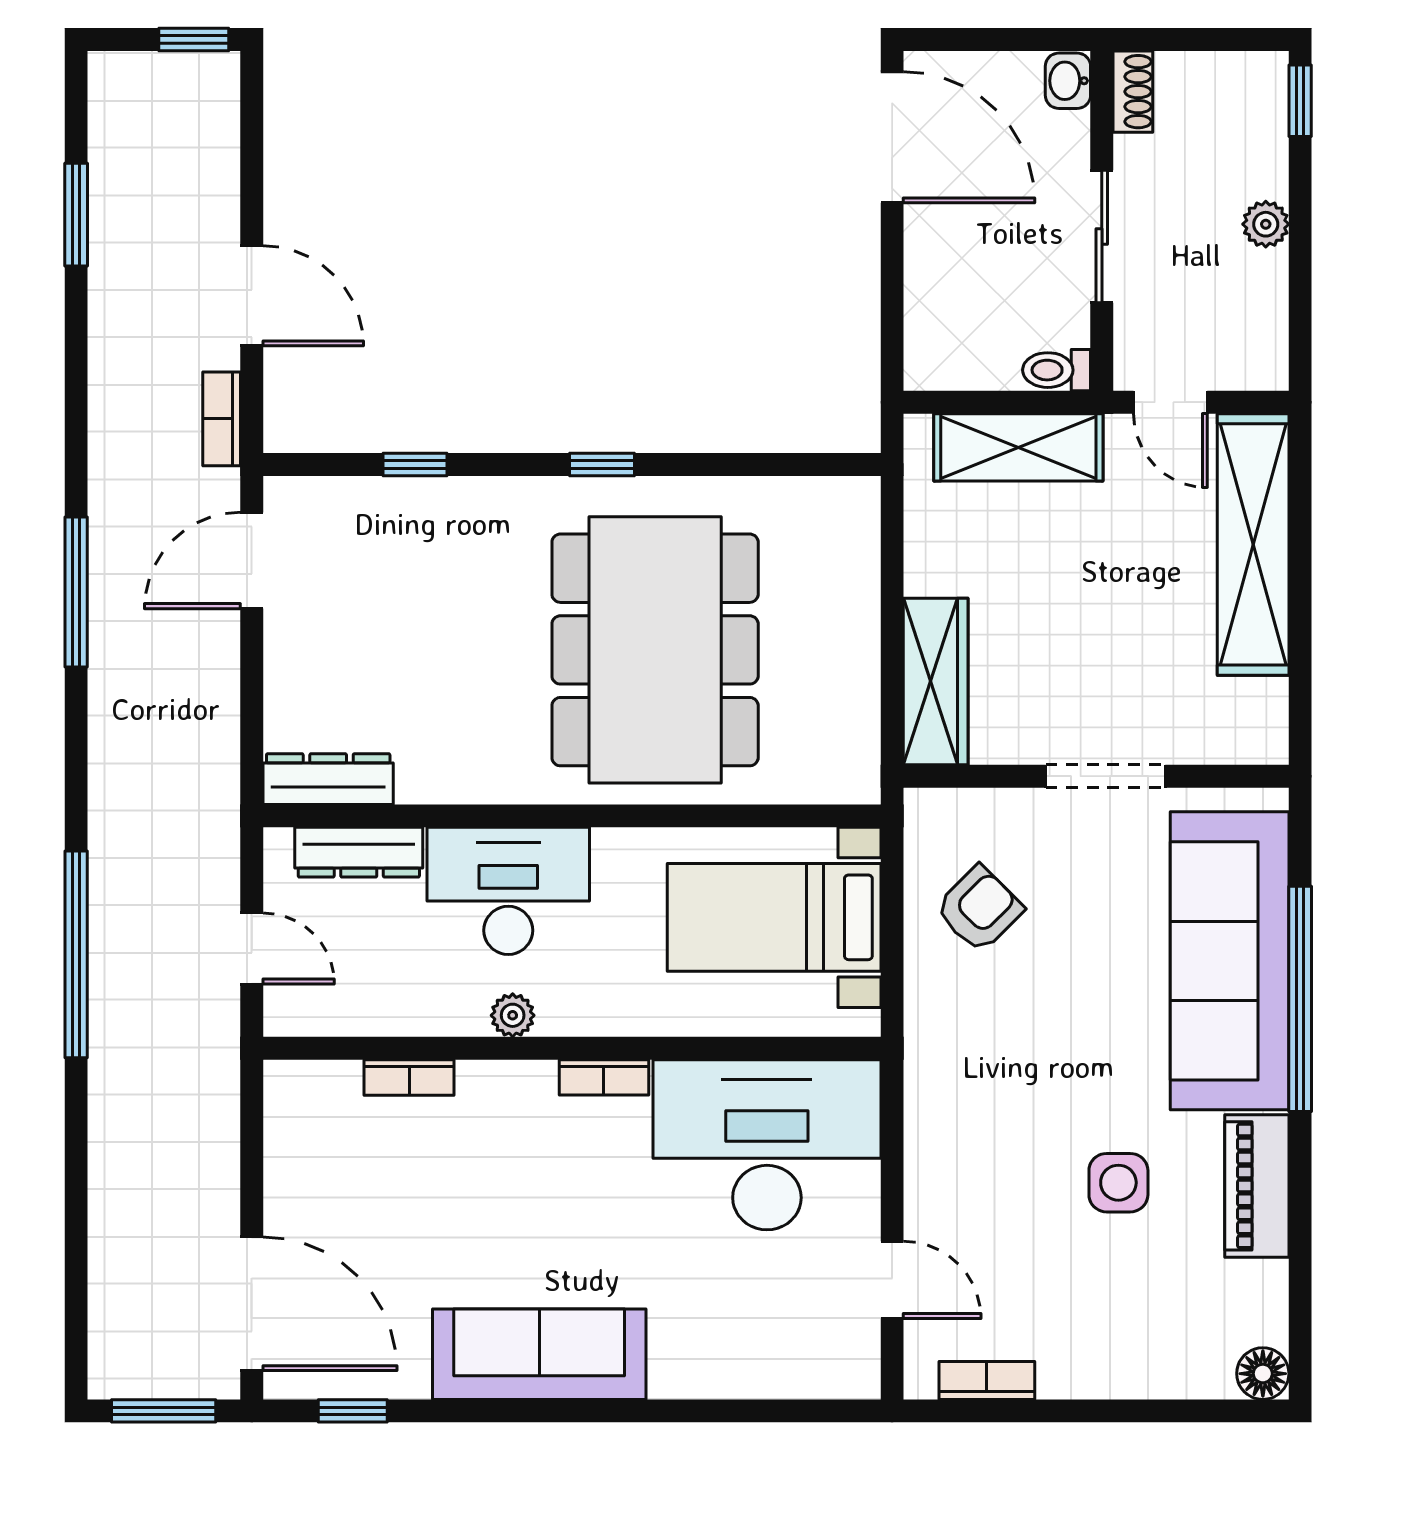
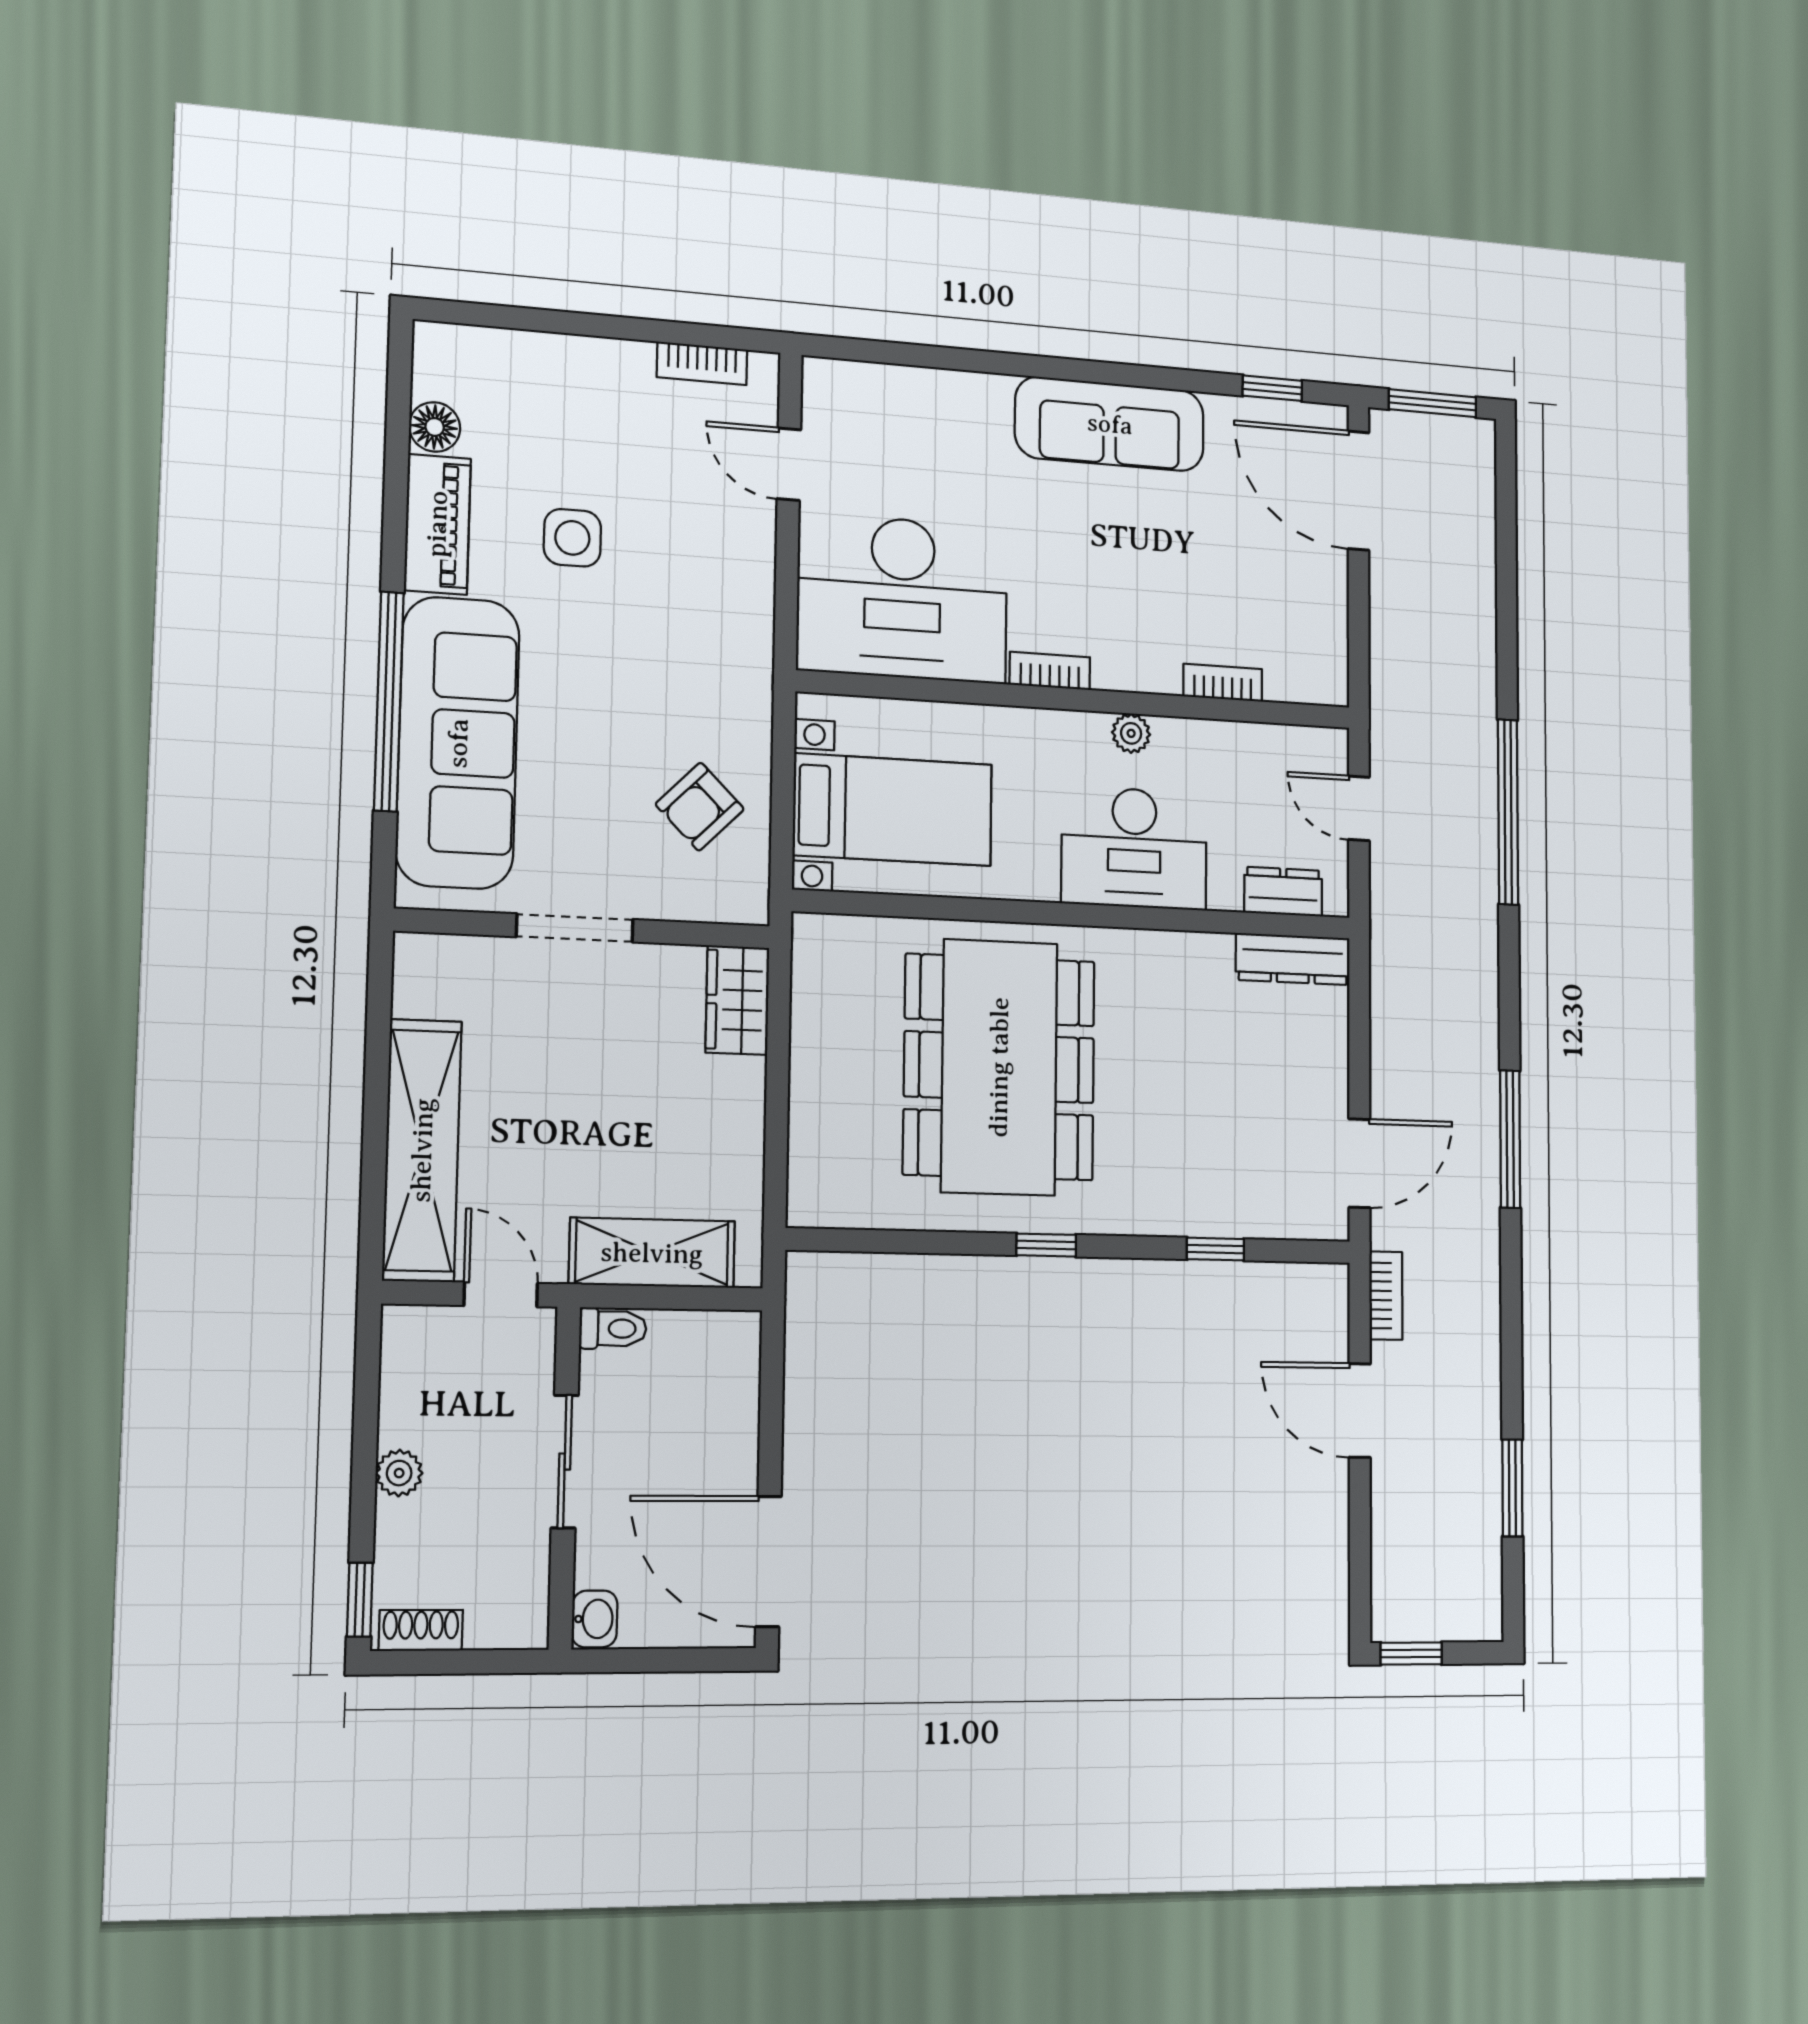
shoe rack: (1133, 92) -> (421, 1630), moved, turned 90
wardrobe: (936, 681) -> (737, 1000), width x0.67
dresser: (359, 852) -> (1283, 892), width x0.70
floor lamp: (1263, 1374) -> (435, 427), moved

